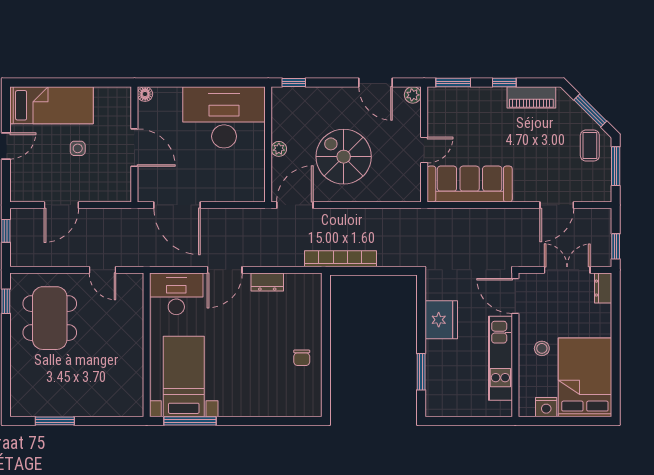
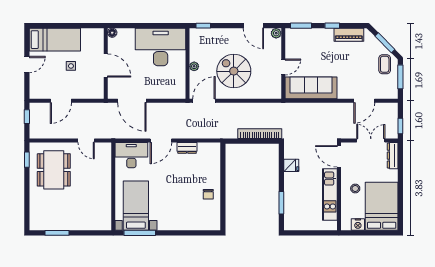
bookcase: (340, 259) -> (260, 134), moved
dresser: (603, 288) -> (393, 156), width x1.44
fridge: (441, 320) -> (291, 165), width x0.53, depth x0.75

